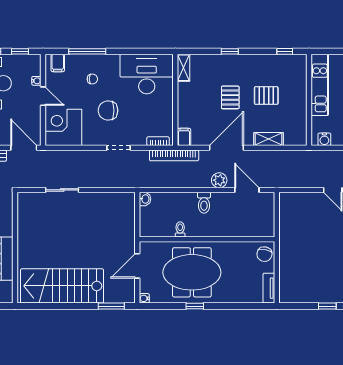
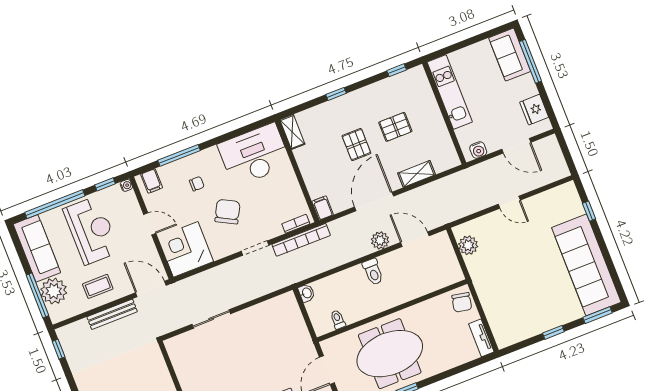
water cooler: (36, 81) -> (126, 185), moved
chair: (108, 110) -> (228, 212), turned 118
bookcase: (174, 155) -> (301, 240), moved
plant: (287, 211) -> (468, 245), added
toilet: (180, 229) -> (338, 319), moved

